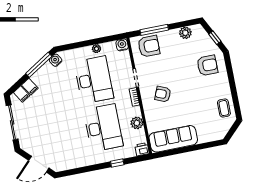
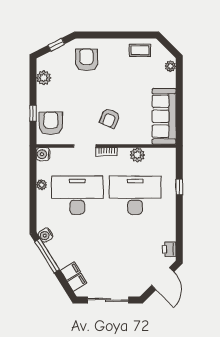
window: (154, 30) -> (33, 113), width x0.46
plant: (216, 136) -> (170, 66), added
printer: (142, 149) -> (169, 249), moved

